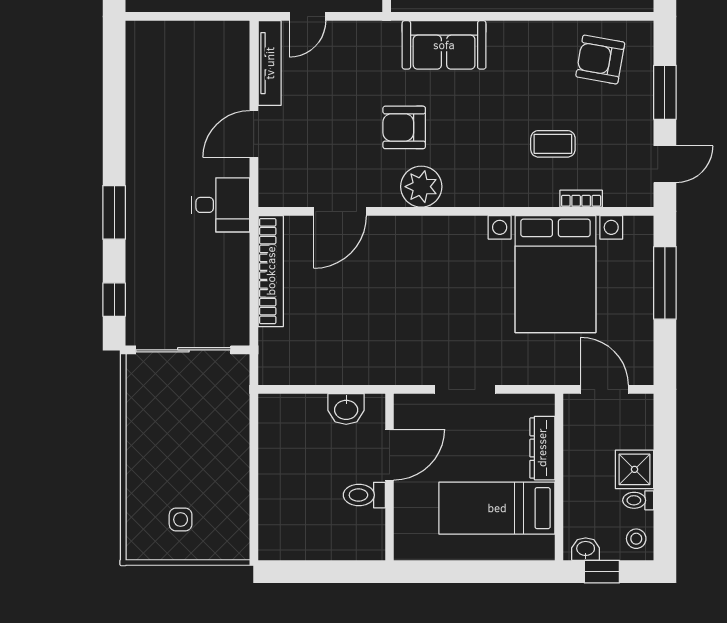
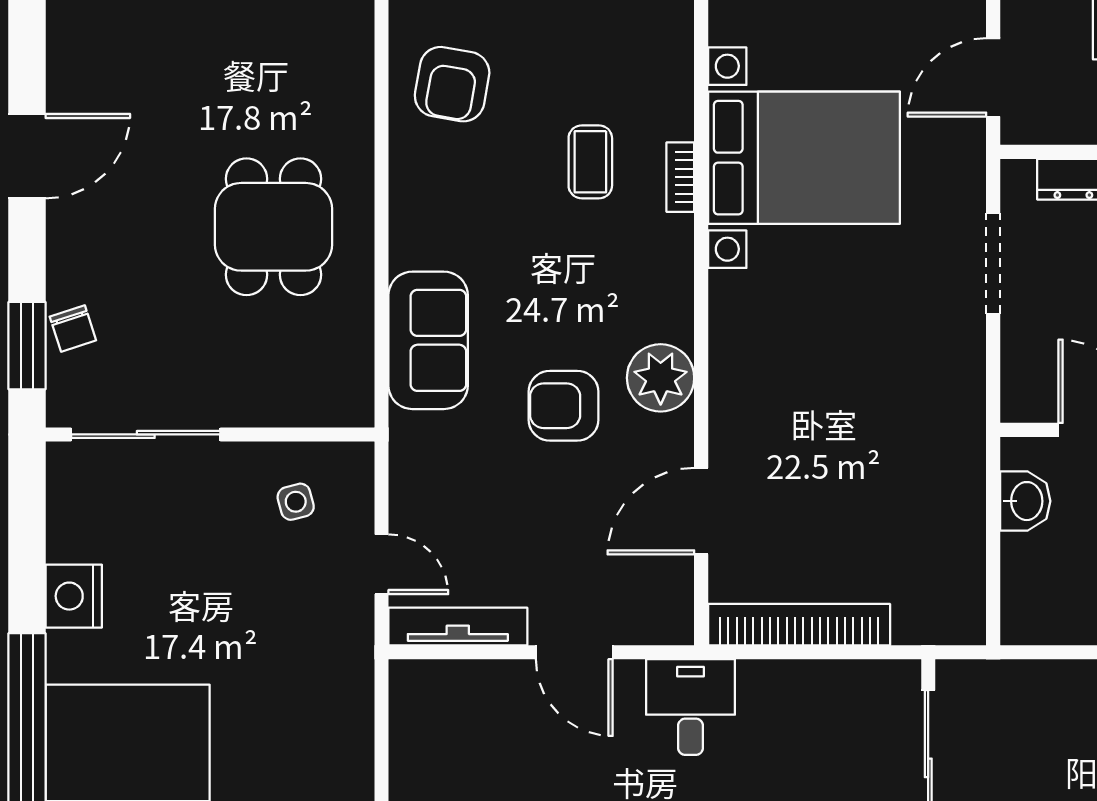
armchair: (404, 127) -> (563, 406), turned 90
bookcase: (581, 199) -> (680, 177), moved
door: (340, 211) -> (701, 511), swing flipped
doorway: (465, 389) -> (993, 264), moved

